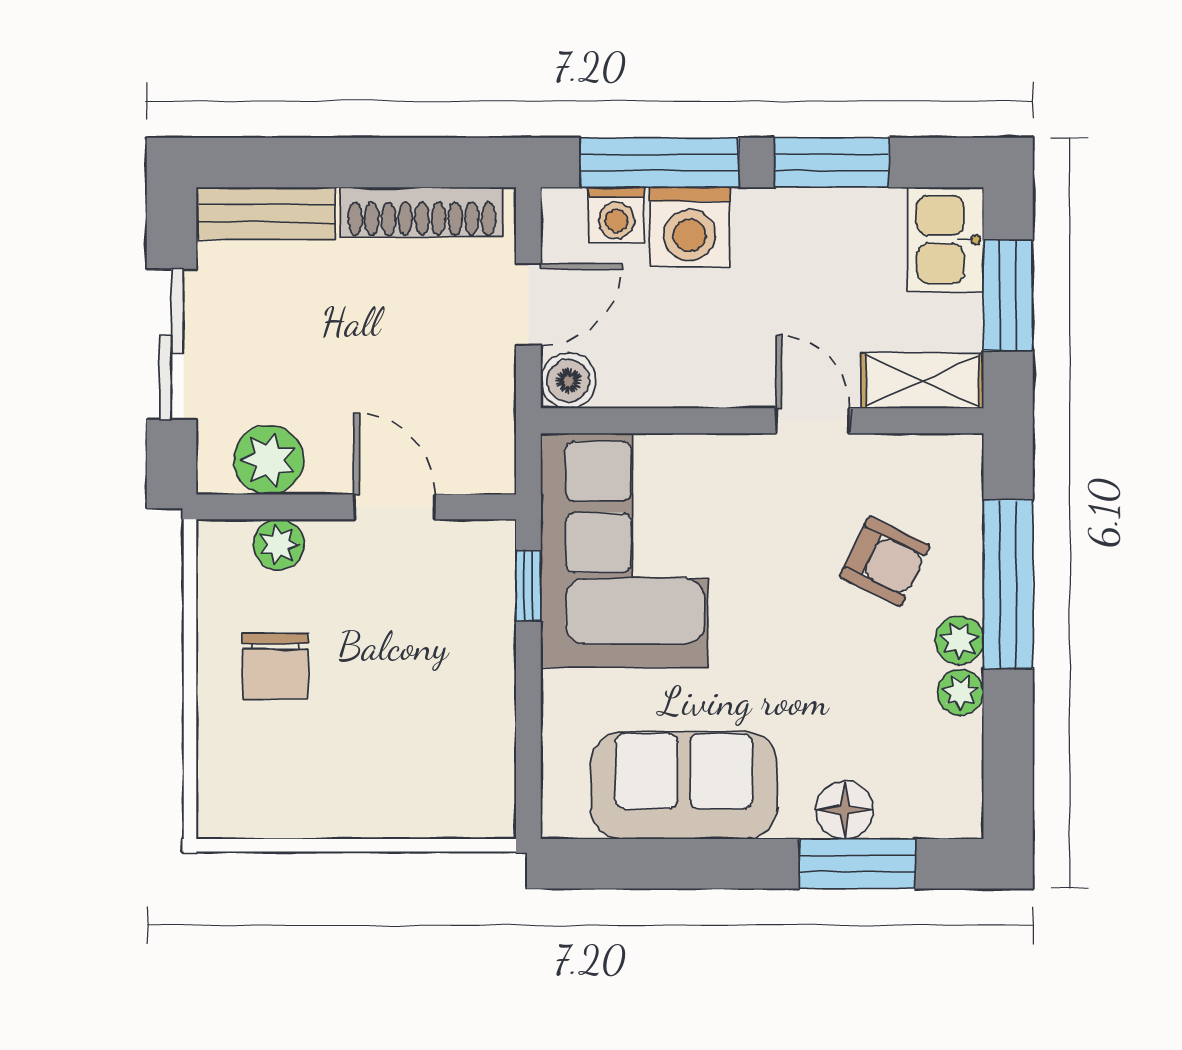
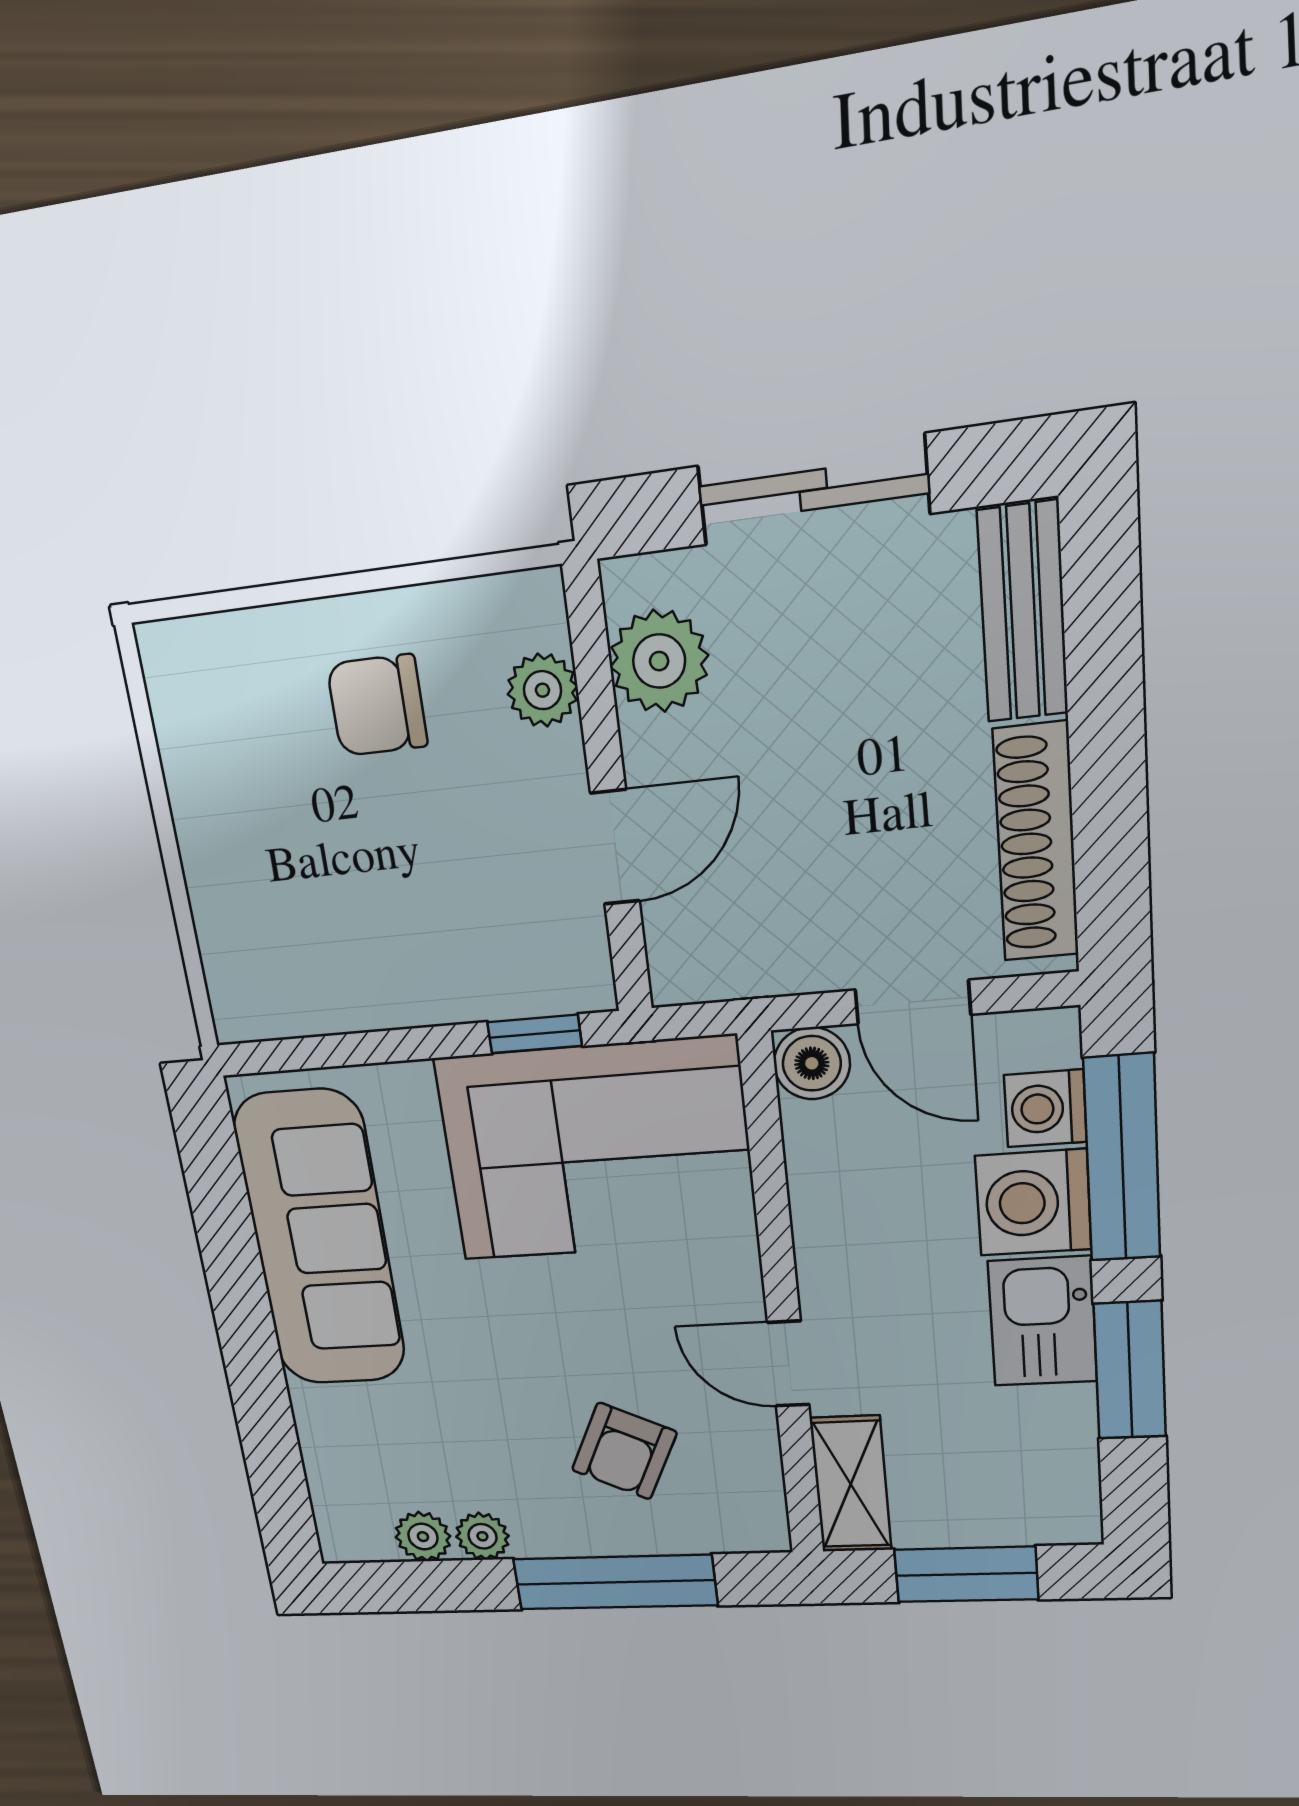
kitchen sink: (946, 239) -> (1043, 1321), moved, turned -90
door: (813, 421) -> (788, 1364), swing flipped
plant: (959, 640) -> (423, 1537), moved
sofa: (684, 785) -> (320, 1240), width x1.36
floor lamp: (845, 810) -> (326, 1419), removed
window: (857, 864) -> (268, 1435), removed

